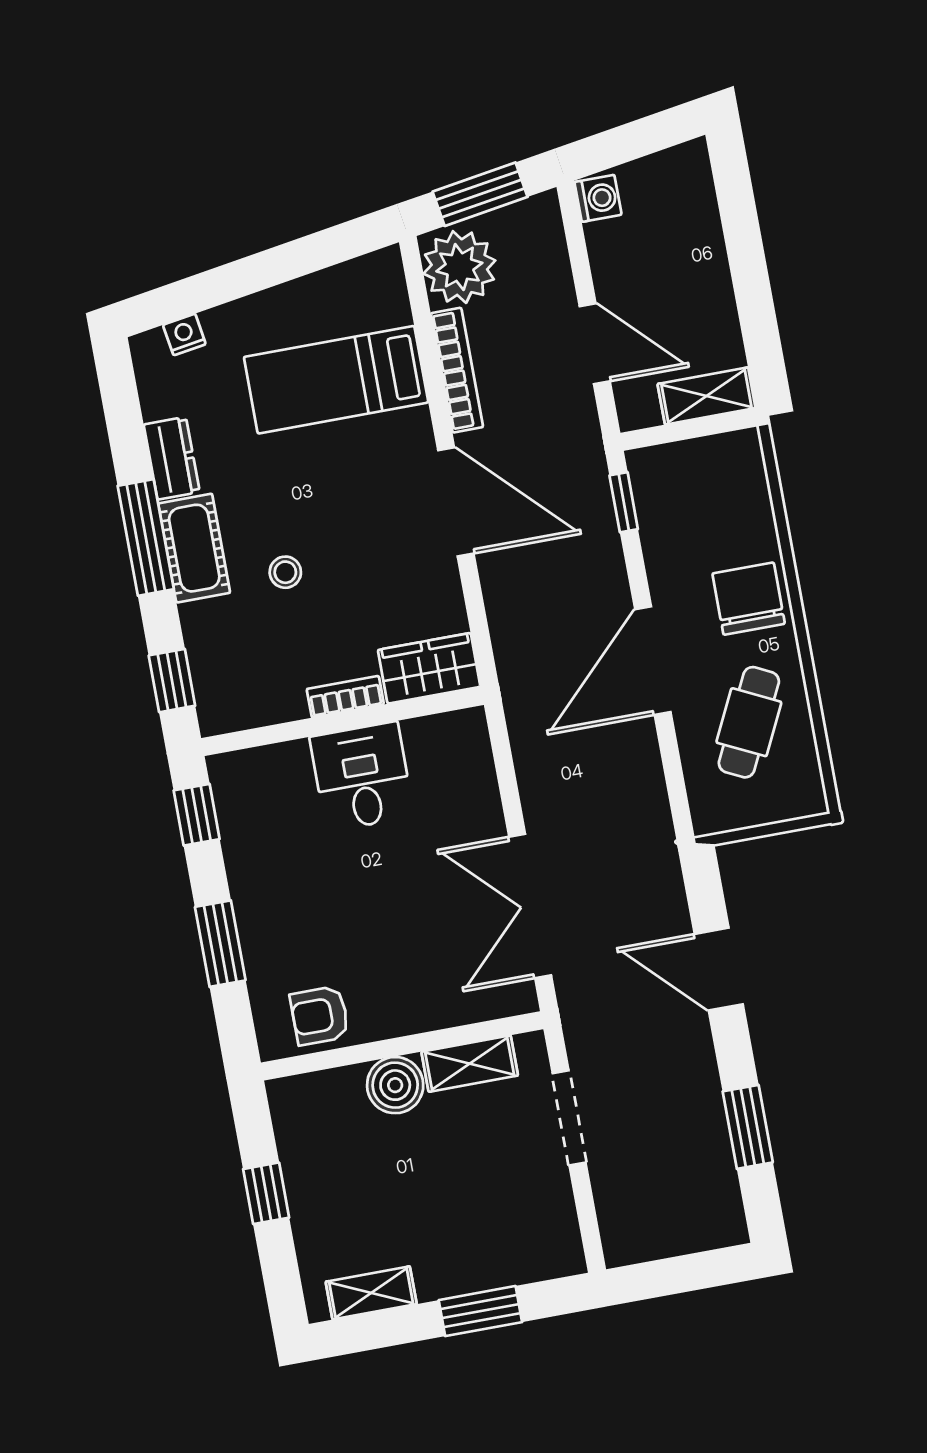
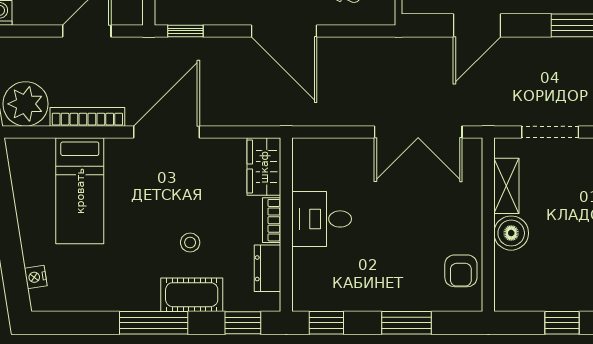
dresser: (172, 458) -> (268, 268), moved, turned -90
cot: (194, 548) -> (192, 295), moved

